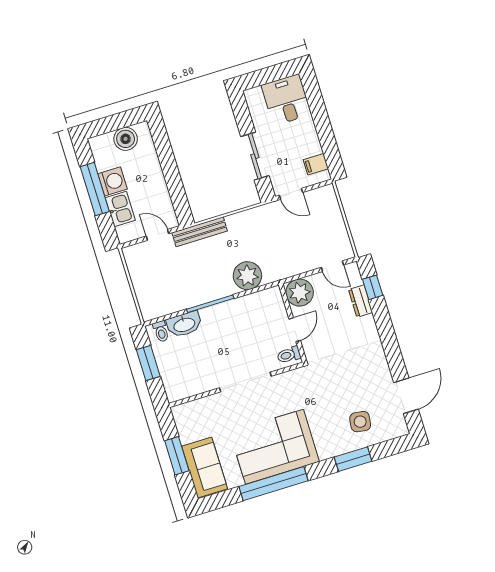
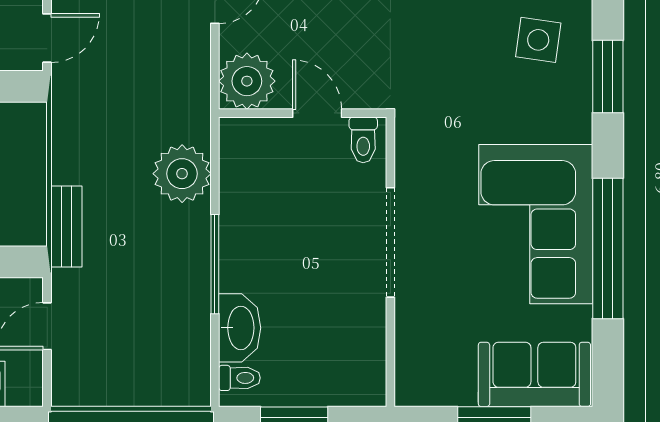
bench: (200, 232) -> (66, 226), width x0.73

